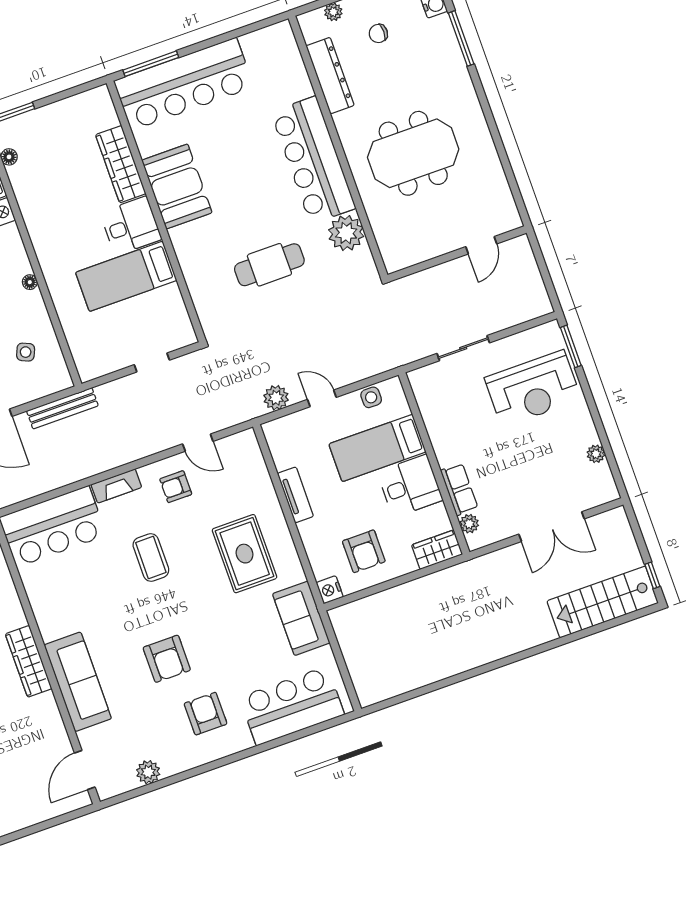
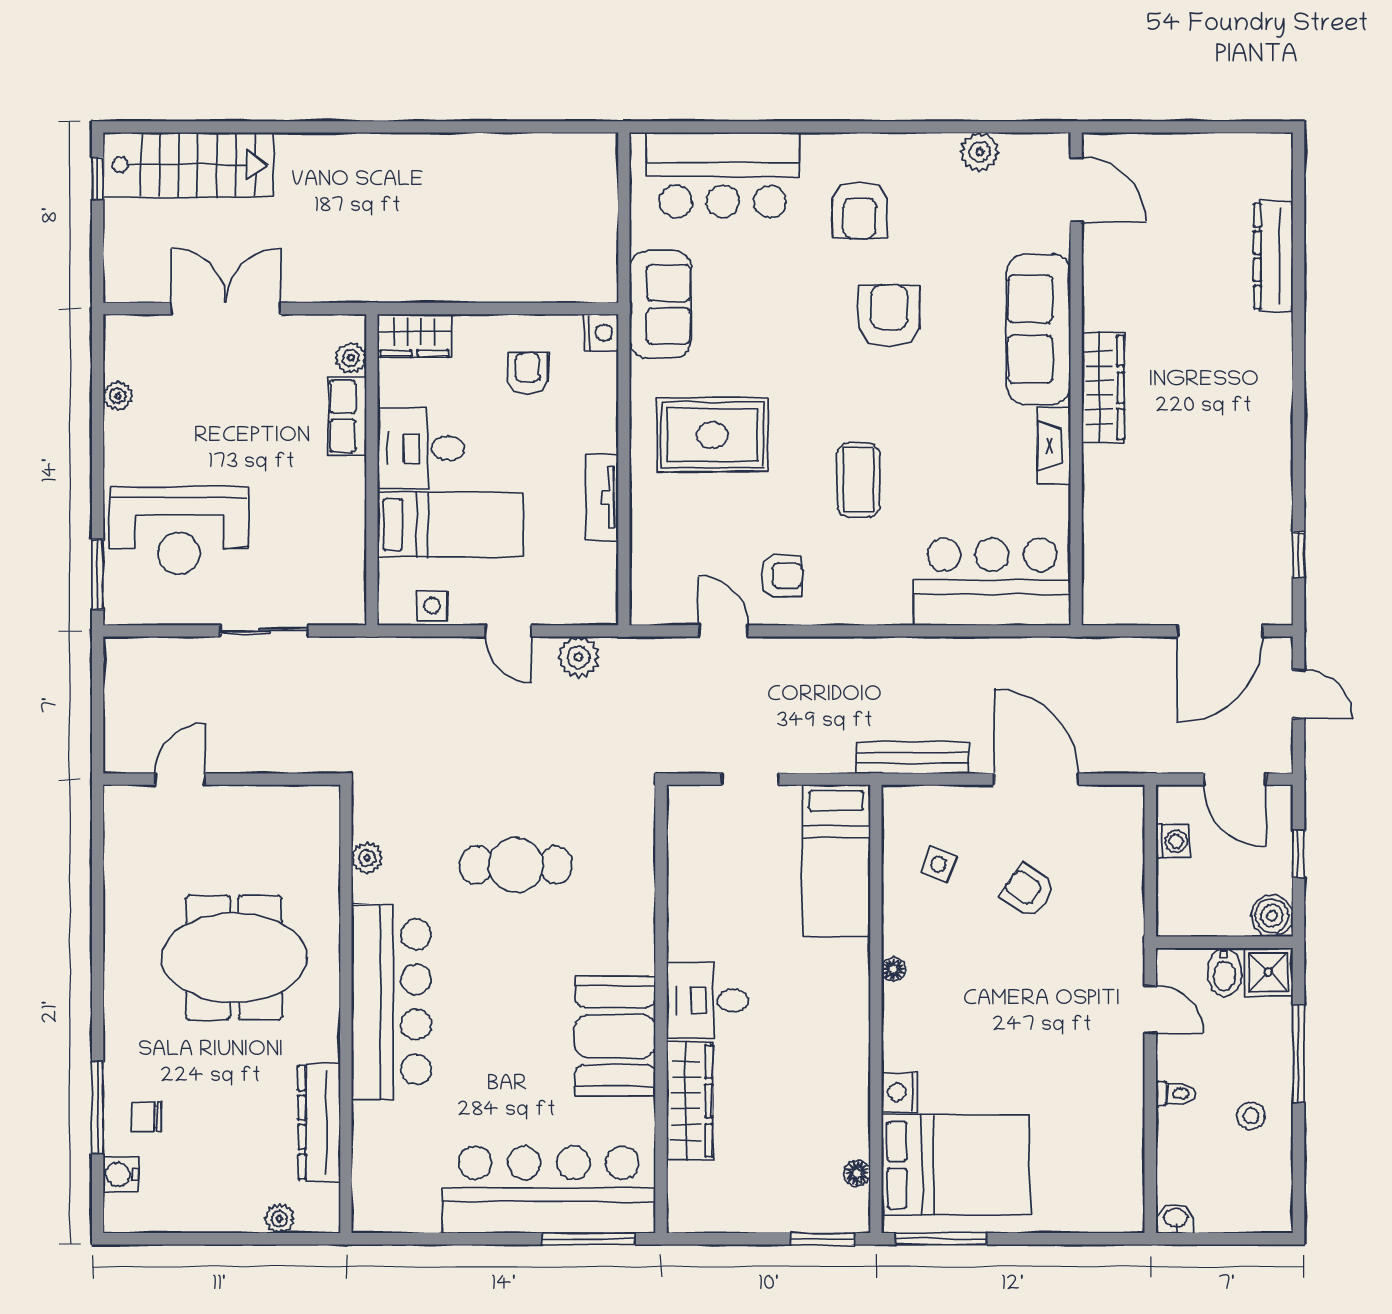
chair: (378, 33) -> (147, 1117), moved, turned 180
plant: (346, 233) -> (367, 858), width x0.53, depth x0.53
bed: (126, 276) -> (836, 861), moved, turned 90
reception desk: (533, 389) -> (179, 531), turned 180
fireplace: (116, 486) -> (1054, 446), moved, turned -90
armchair: (364, 551) -> (528, 373), width x0.72, depth x0.72
rug: (245, 554) -> (712, 435), turned 90
door: (85, 770) -> (1076, 190), hinge flipped

